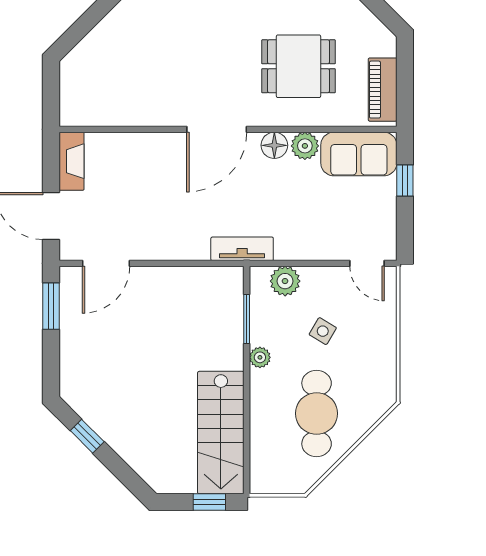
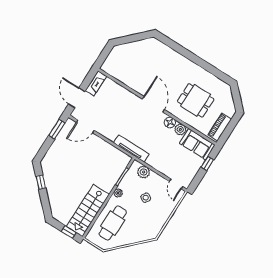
door: (217, 129) -> (153, 104), swing flipped
tv unit: (242, 249) -> (131, 149), width x1.41
cafe table: (317, 413) -> (113, 223), moved

